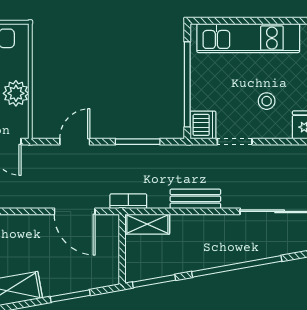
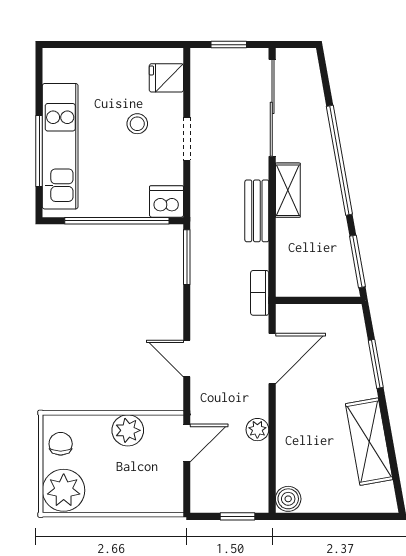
window: (244, 21) -> (39, 151), added
window: (138, 142) -> (187, 257), moved
doorway: (235, 142) -> (187, 139), moved
plant: (17, 199) -> (257, 430), added
shelving: (147, 224) -> (288, 190), moved

